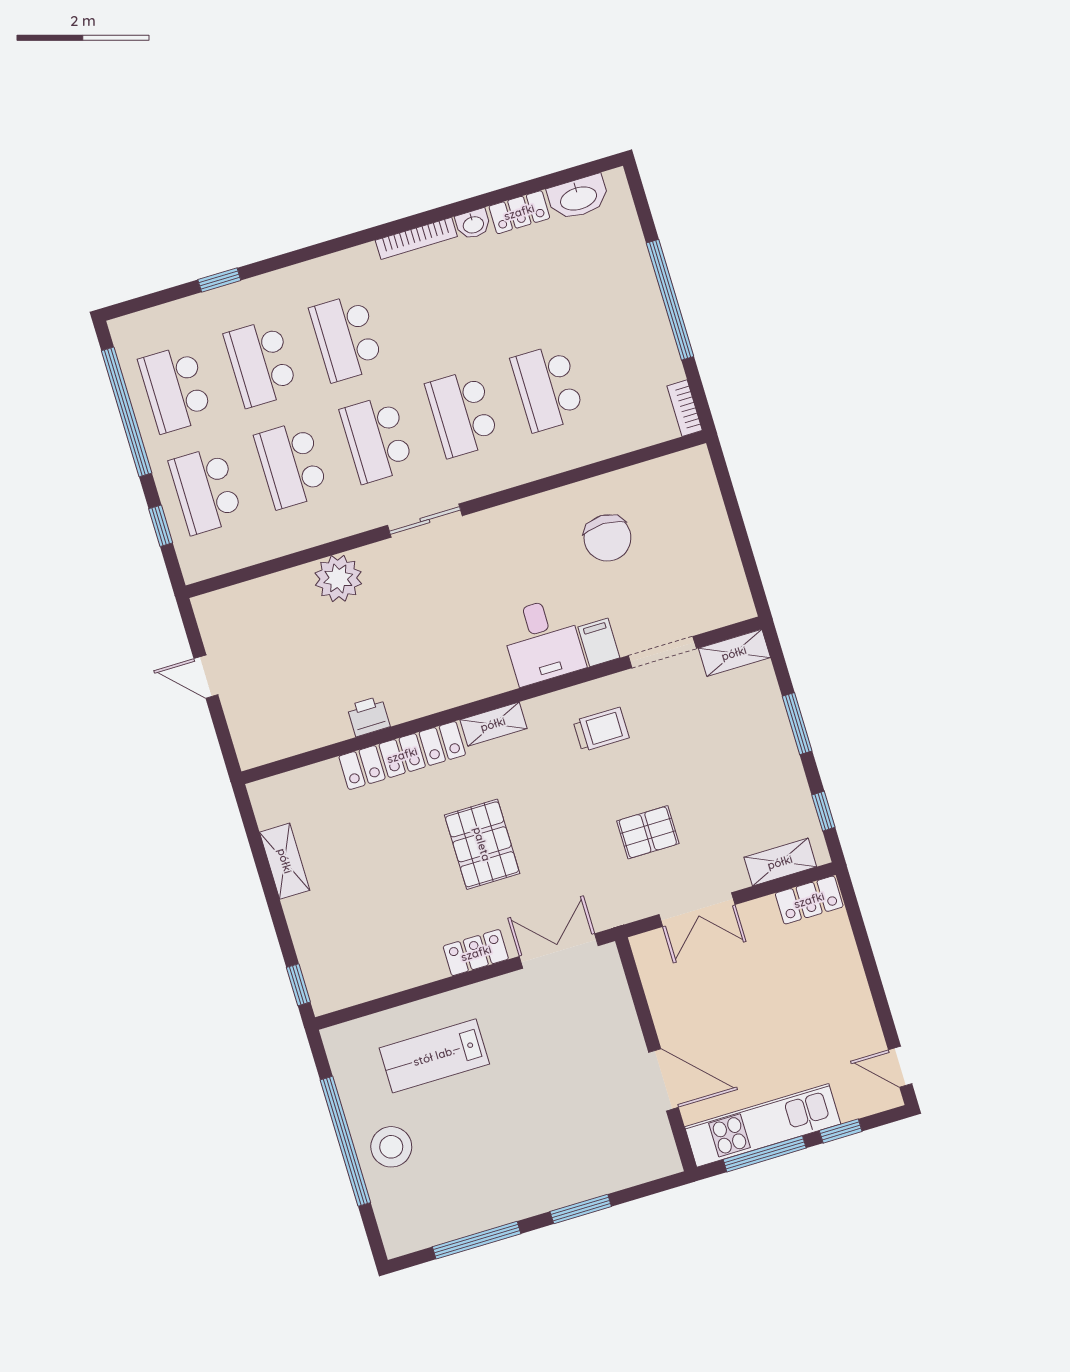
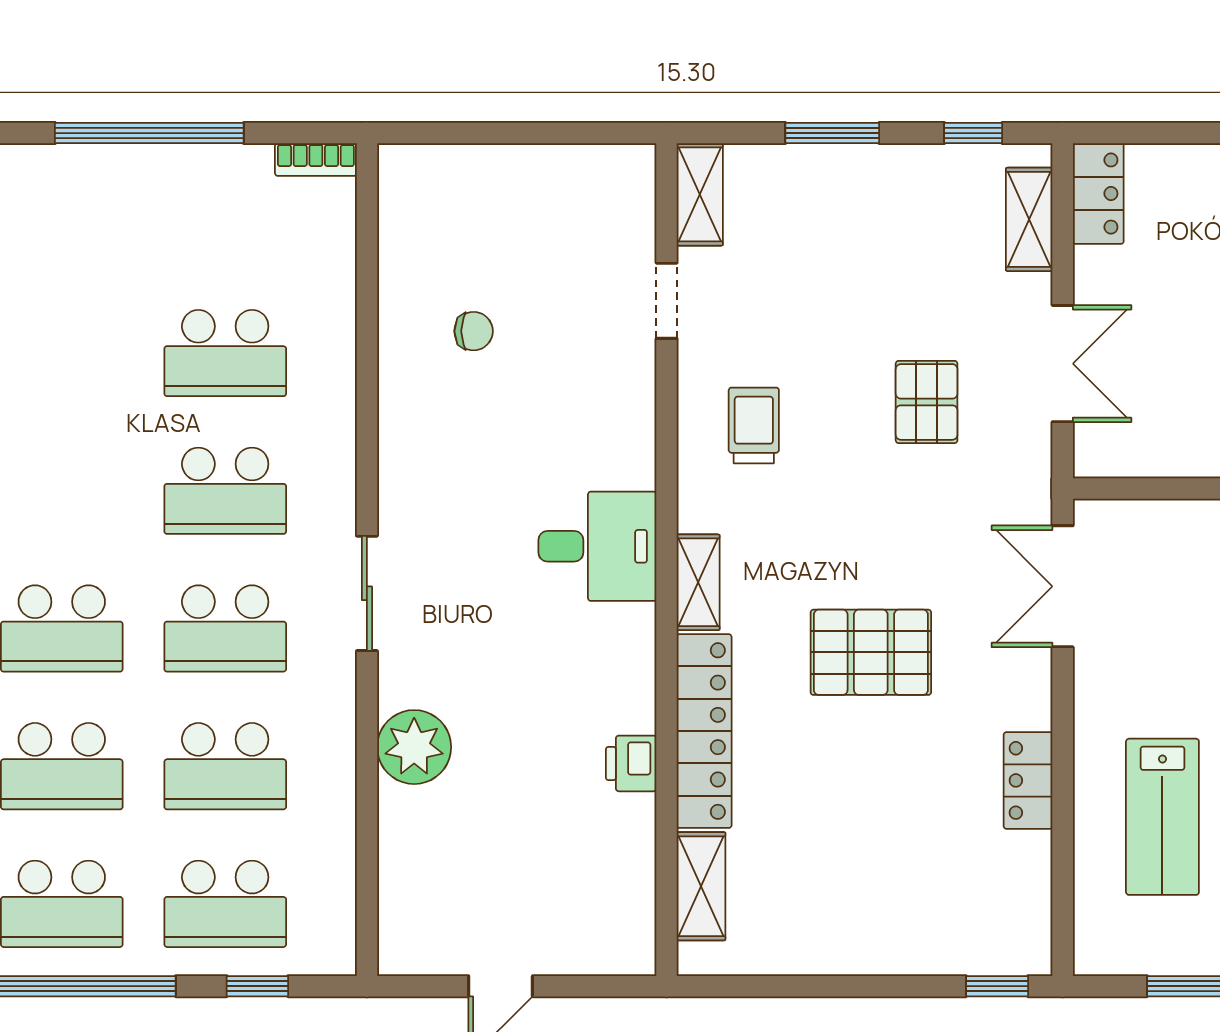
chair: (607, 538) -> (474, 331), width x0.54, depth x0.54
desk: (543, 641) -> (597, 546), moved
filing cabinet: (599, 642) -> (624, 390), removed
doorway: (662, 652) -> (667, 301), width x0.73
shelving: (285, 861) -> (701, 886), moved, turned 90
locker: (476, 953) -> (1028, 780), moved

